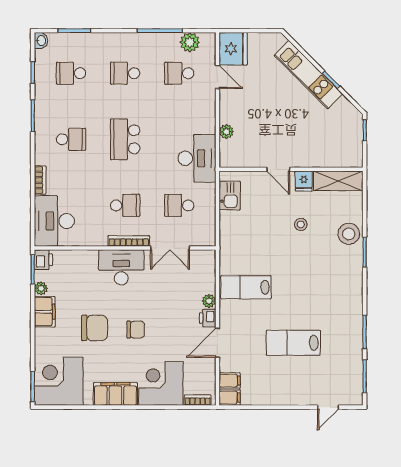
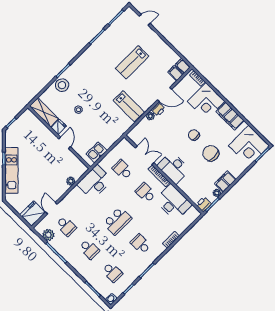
school desk: (179, 205) -> (122, 170), turned 180
desk: (54, 221) -> (173, 202), moved, turned -90
lab bench: (293, 343) -> (132, 62), turned 90

